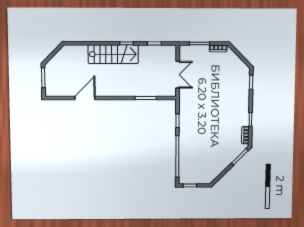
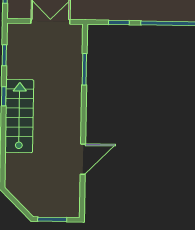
door: (85, 98) -> (83, 159), swing flipped

